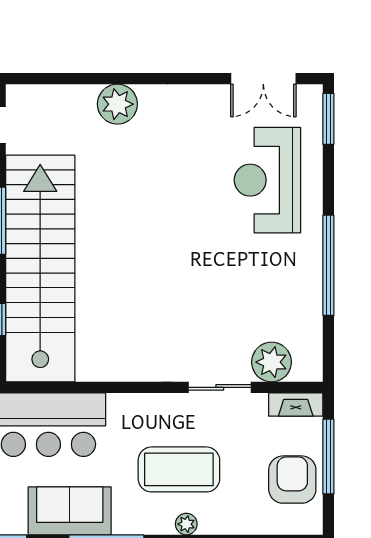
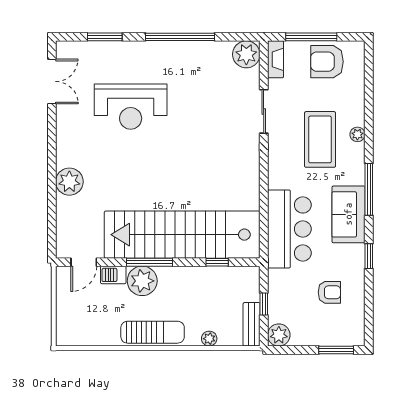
window: (328, 119) -> (105, 37), moved
reception desk: (267, 180) -> (131, 107), moved
plant: (272, 362) -> (246, 54), moved

